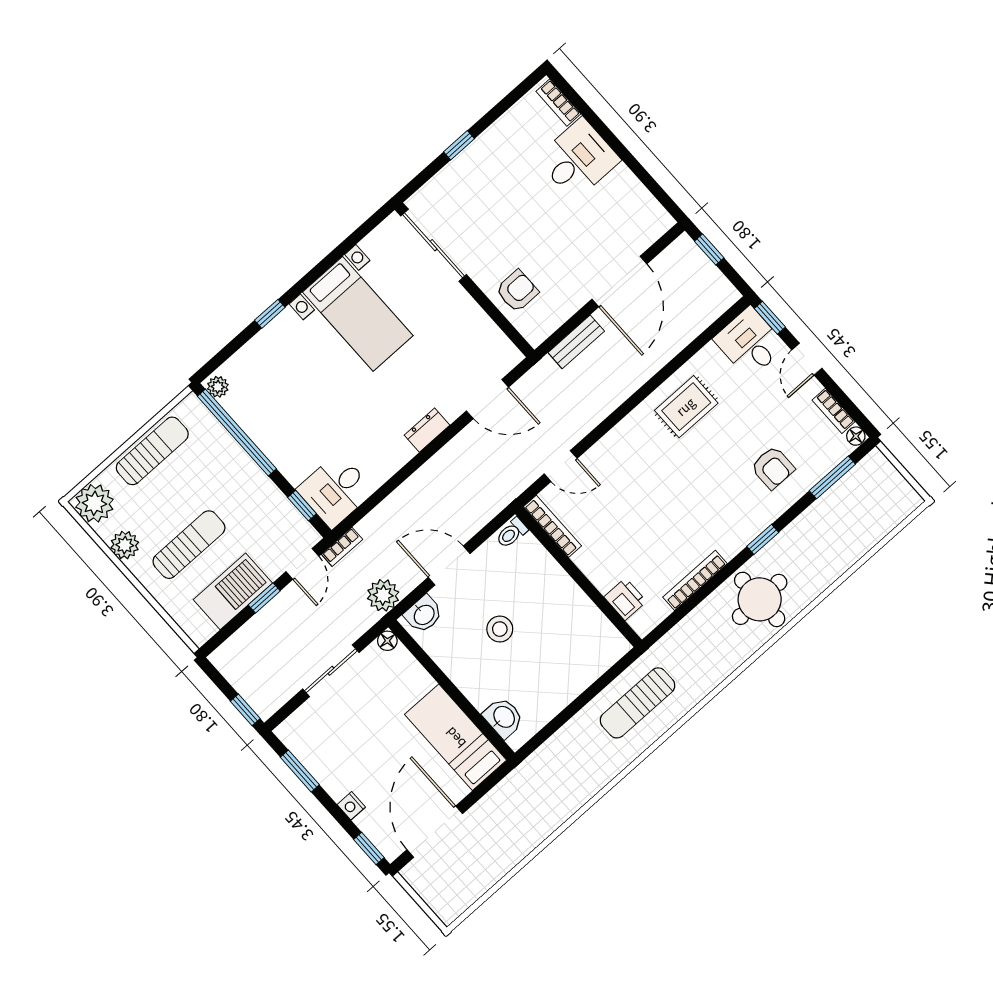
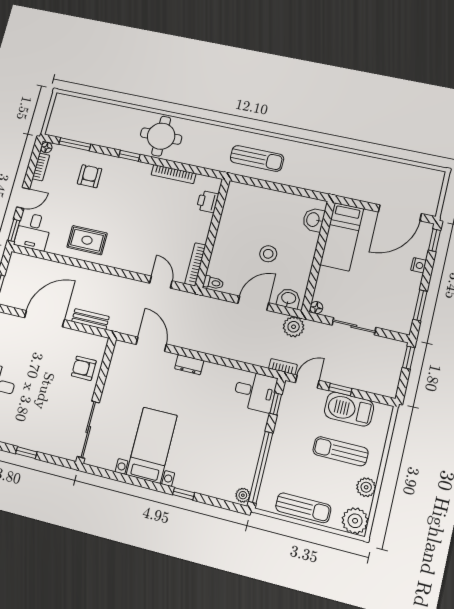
sun lounger: (152, 451) -> (303, 508), turned 180
door: (449, 565) -> (253, 303), swing flipped

